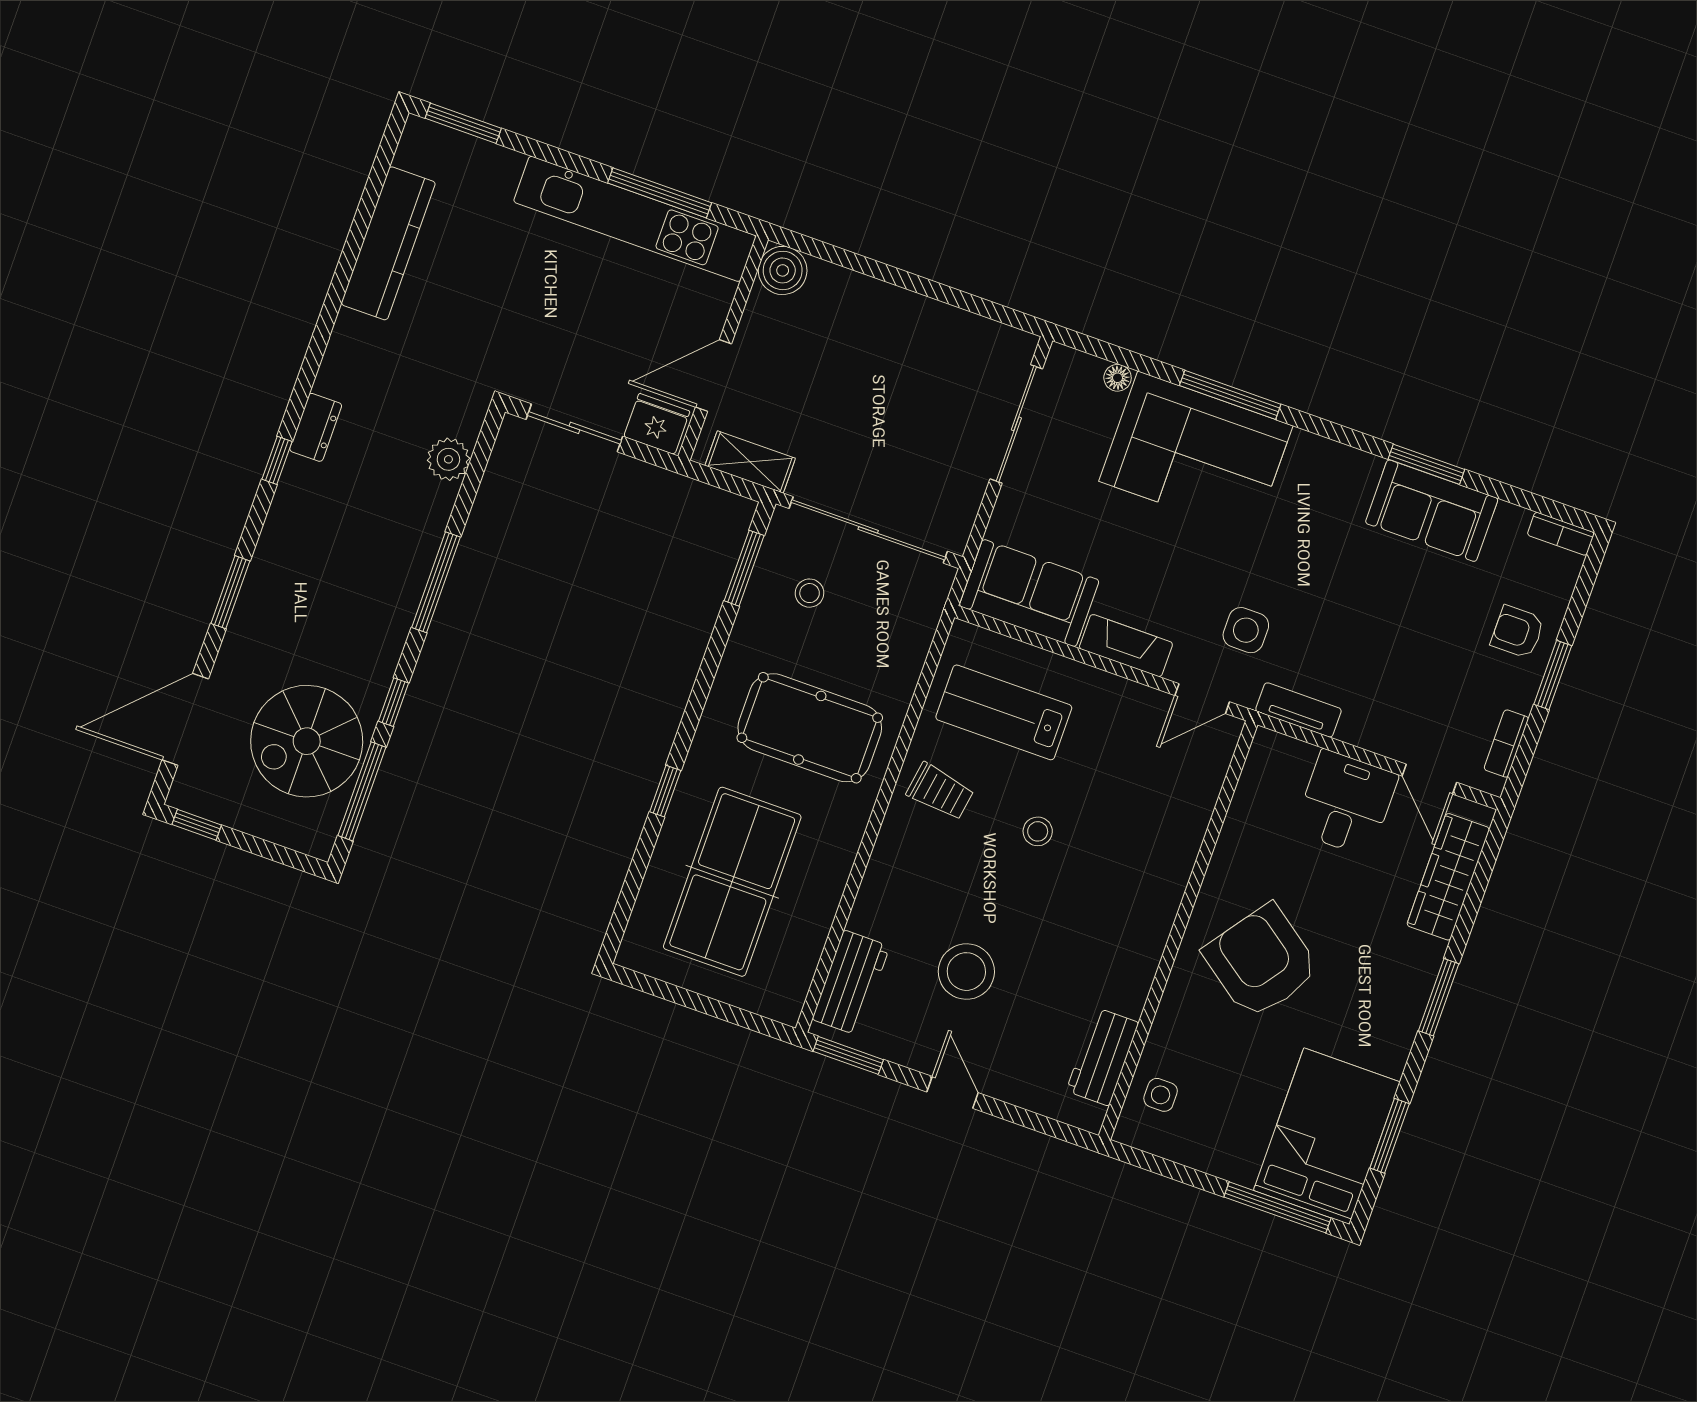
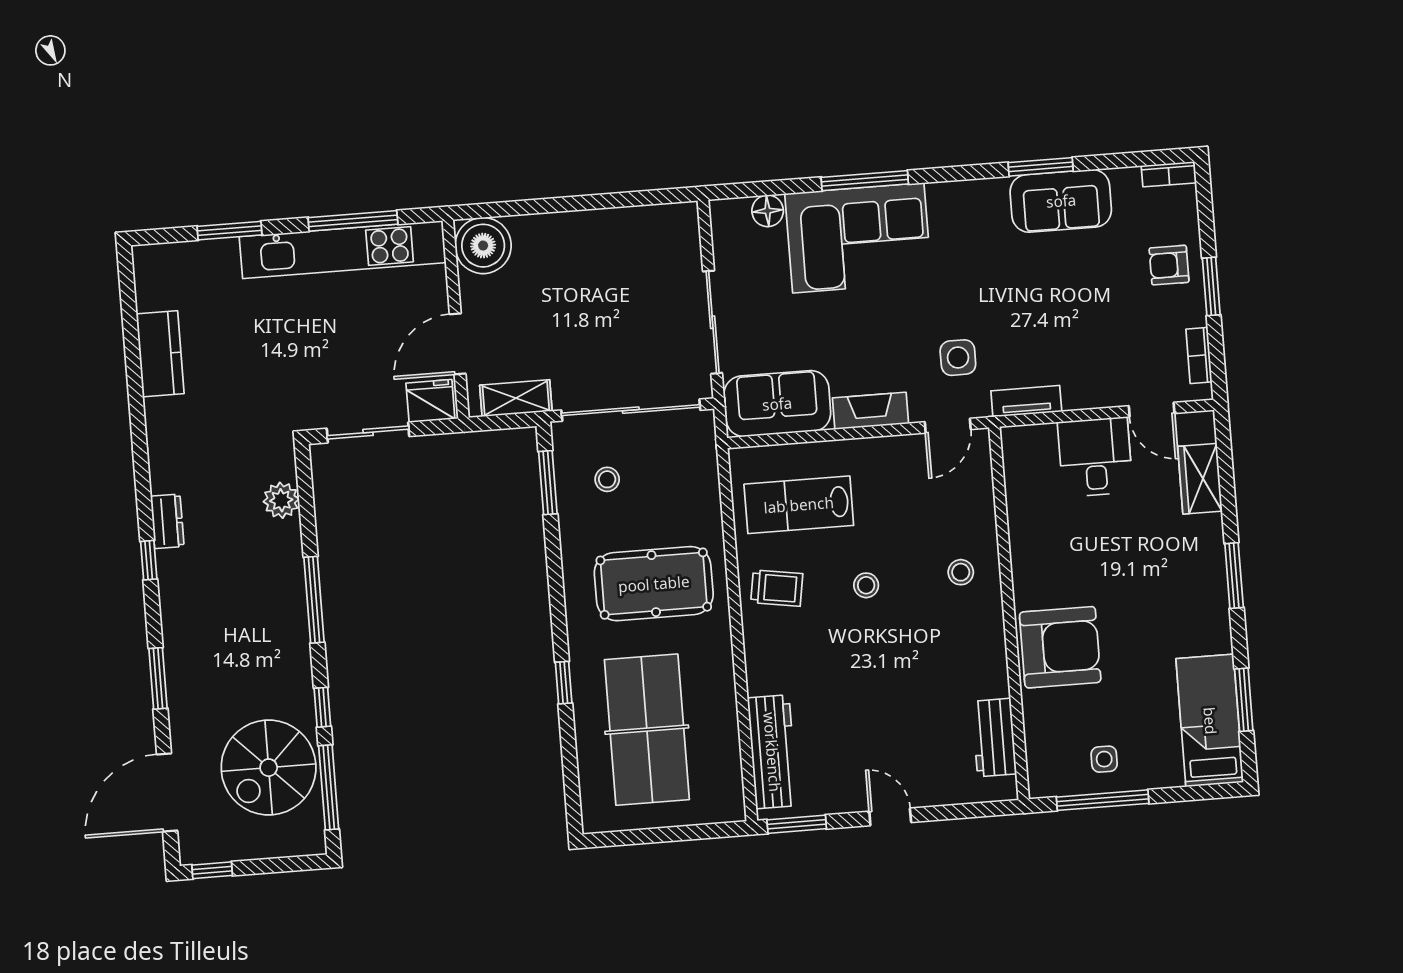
window: (463, 123) -> (230, 231), moved
kitchen counter: (388, 243) -> (160, 354), width x0.67
boiler: (783, 270) -> (483, 246), width x1.37, depth x1.37
floor lamp: (1118, 378) -> (768, 211), width x1.37, depth x1.37
sliding door: (1016, 424) -> (713, 322), moved
wardrobe: (1448, 877) -> (1200, 479), width x0.67
armchair: (1261, 962) -> (1060, 647), moved, turned 144
stool: (966, 972) -> (961, 572), moved, width x0.53, depth x0.53
workbench: (851, 983) -> (772, 752), width x1.38
side table: (1161, 1095) -> (1104, 759), moved
bed: (1327, 1136) -> (1210, 721), width x0.67
window: (1277, 1207) -> (1103, 800), moved

